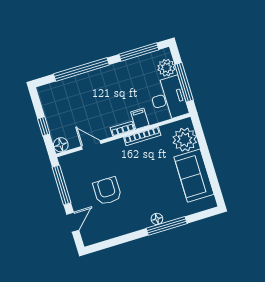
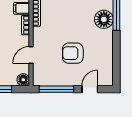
floor lamp: (157, 219) -> (104, 19), width x1.89, depth x1.89
door: (73, 222) -> (90, 89), hinge flipped

